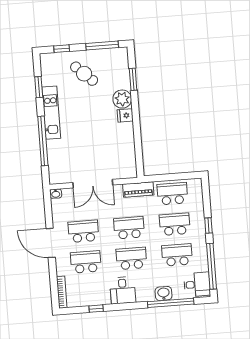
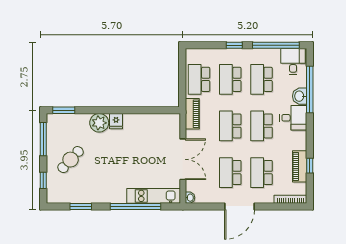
window: (133, 79) -> (64, 110), moved
kitchen unit: (51, 113) -> (154, 196), moved
desk: (123, 290) -> (293, 118), moved
piano: (95, 299) -> (300, 166), added

